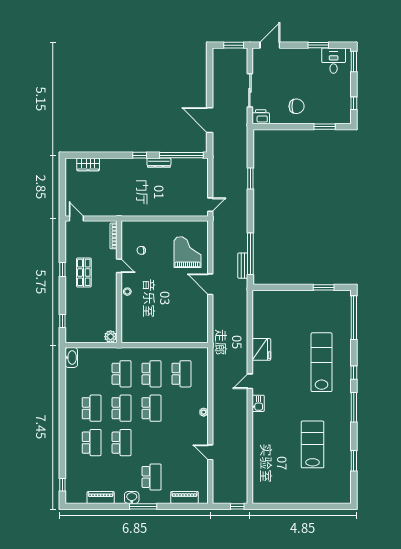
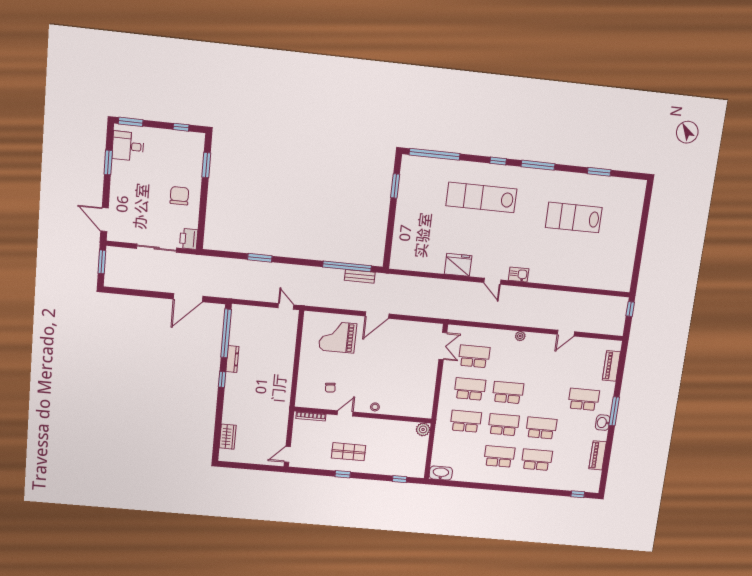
double door: (188, 345) -> (443, 346), added

